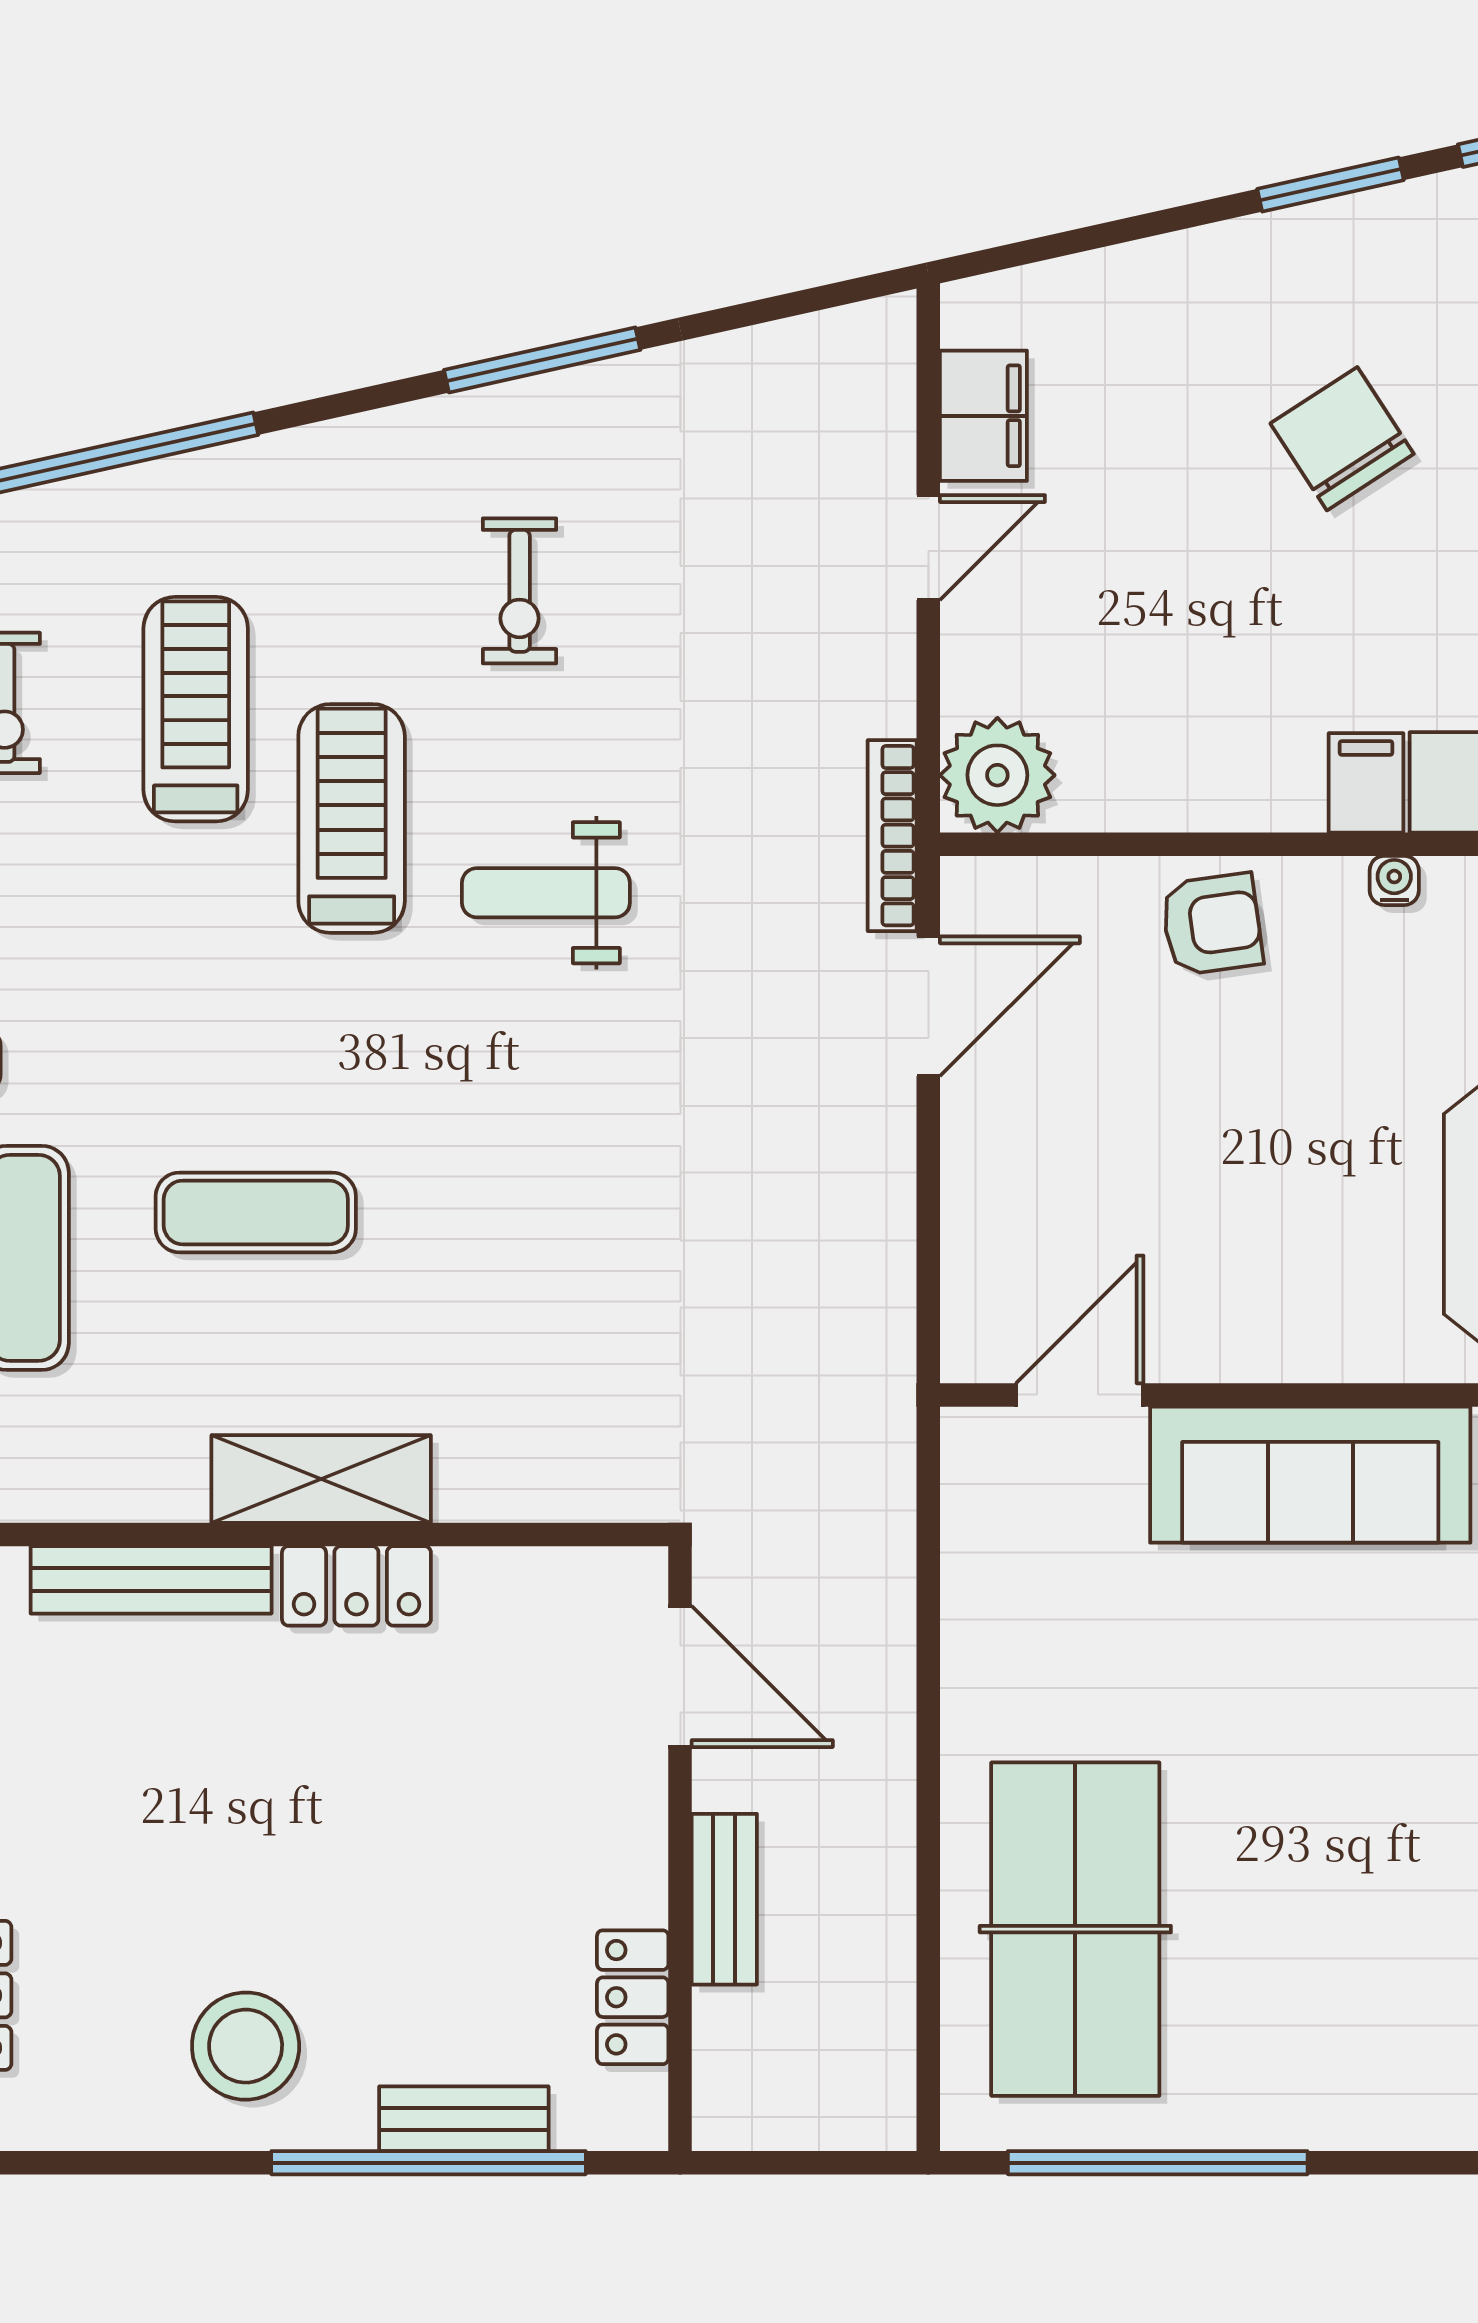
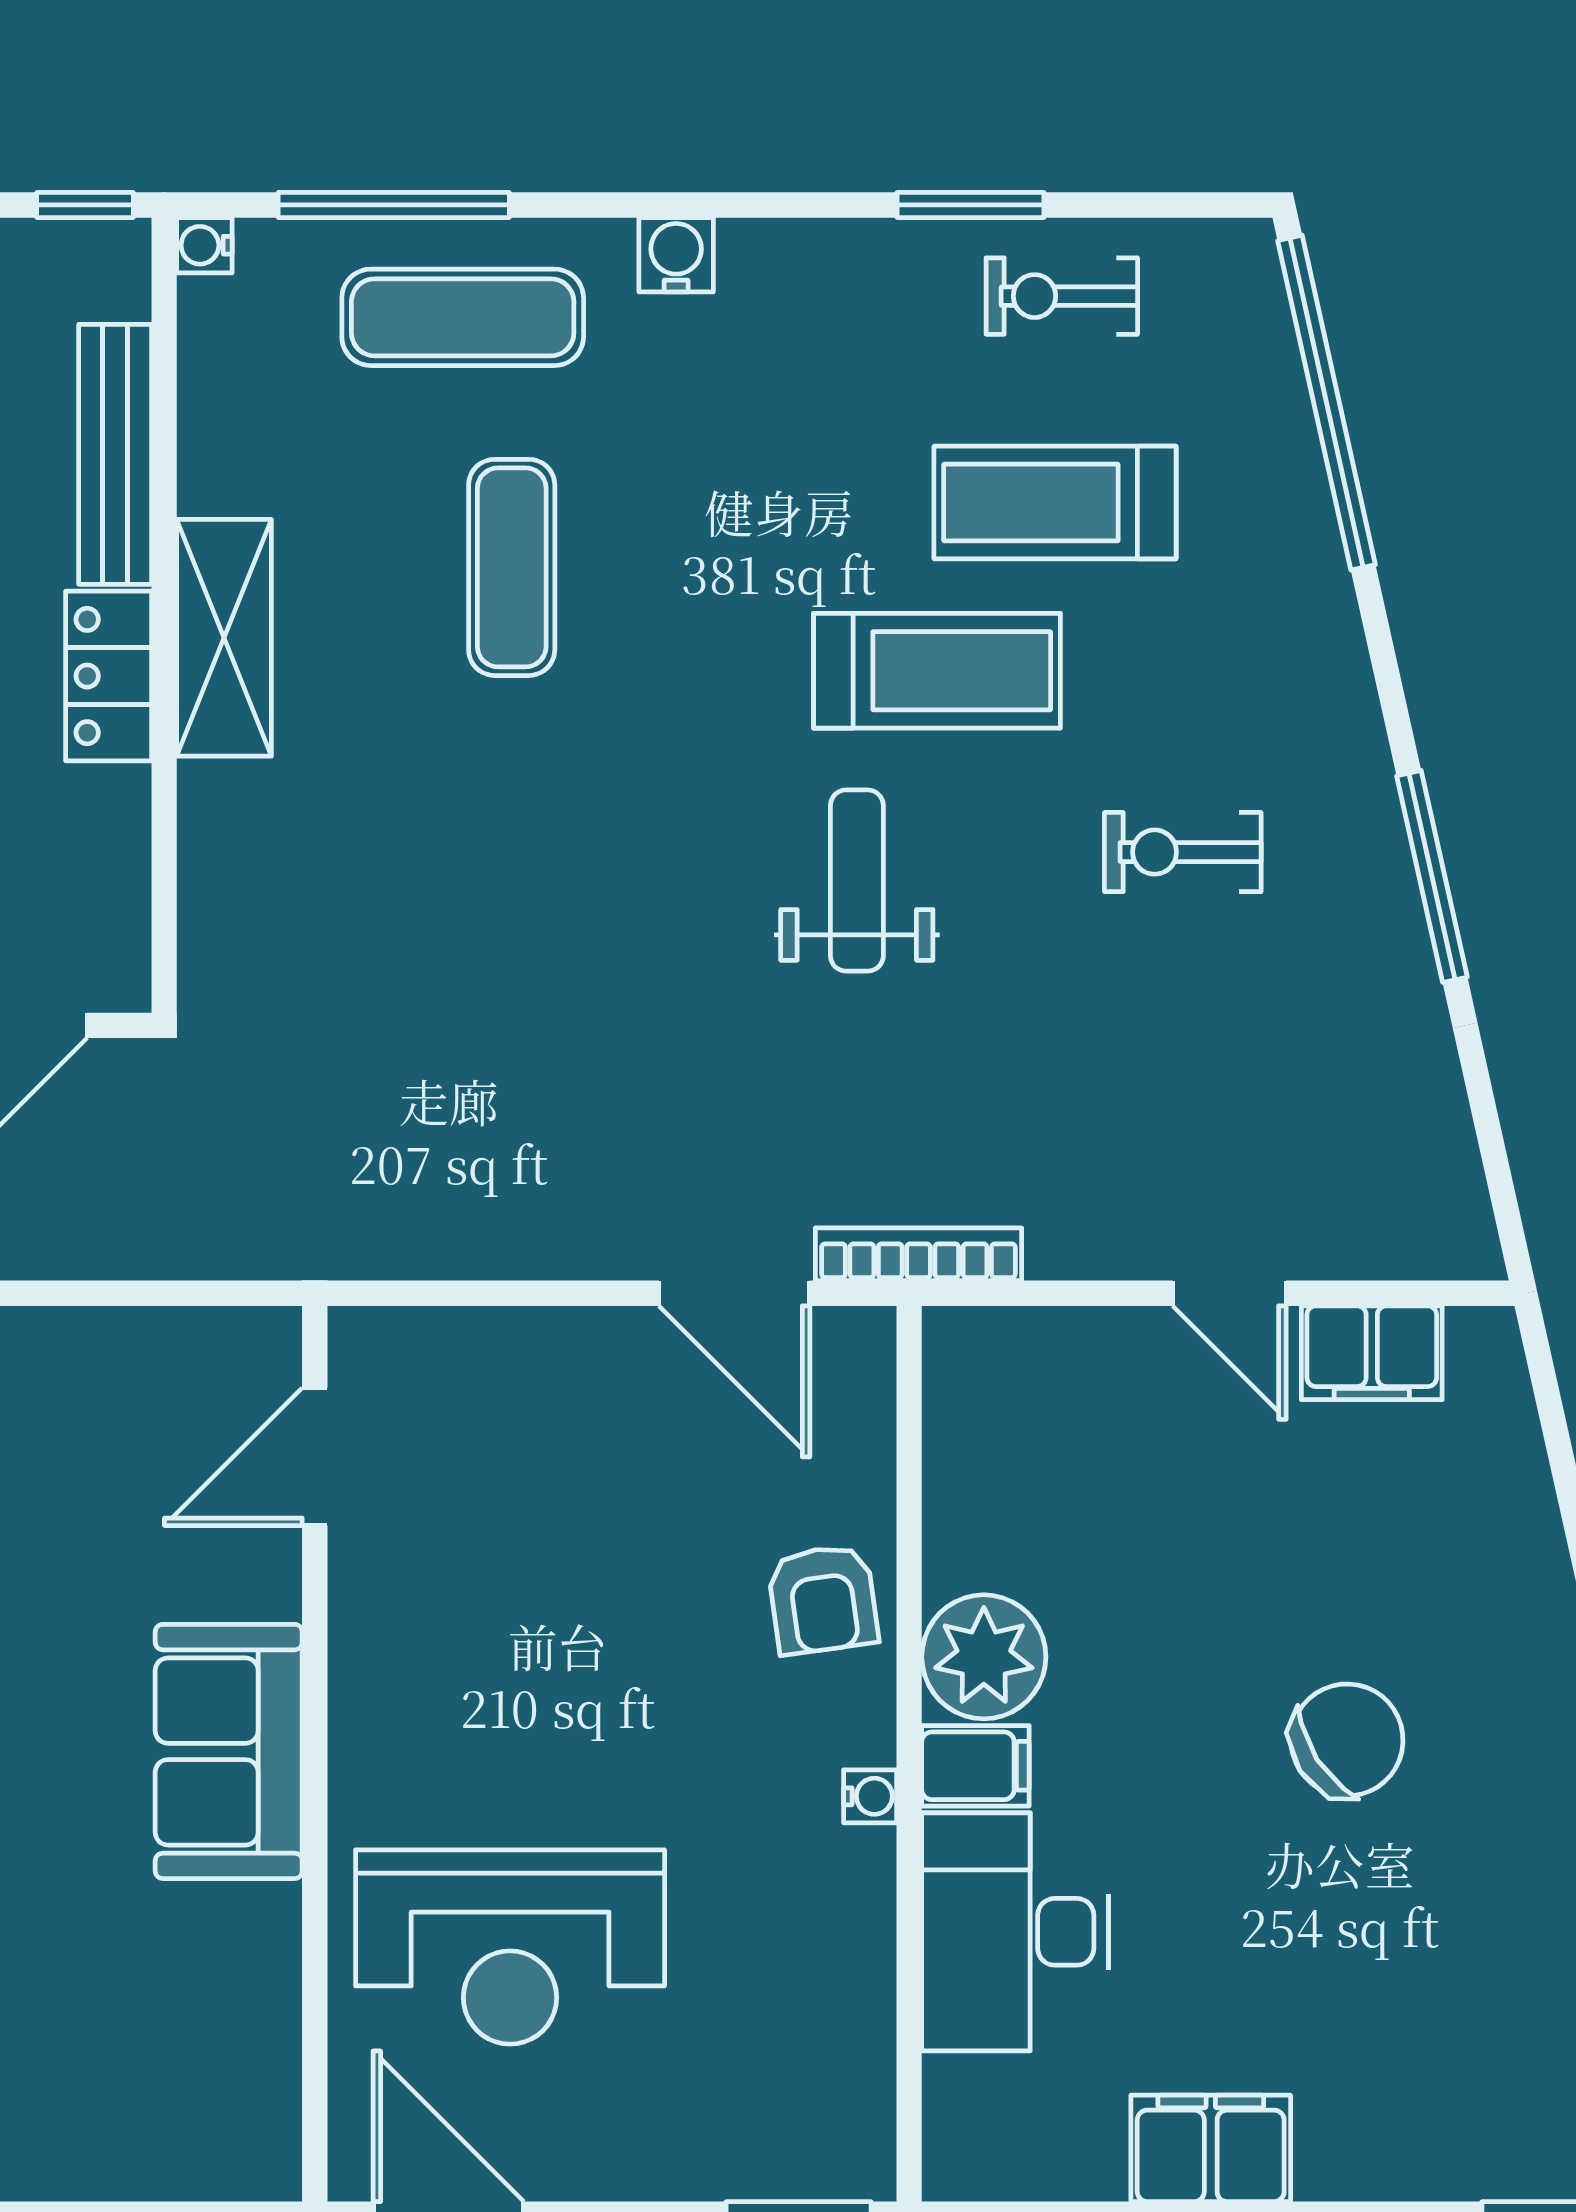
treadmill: (196, 709) -> (1055, 502), turned 180
plant: (997, 775) -> (984, 1657), moved
door: (1080, 1395) -> (315, 1457), swing flipped
sofa: (1310, 1475) -> (229, 1751), width x0.73

